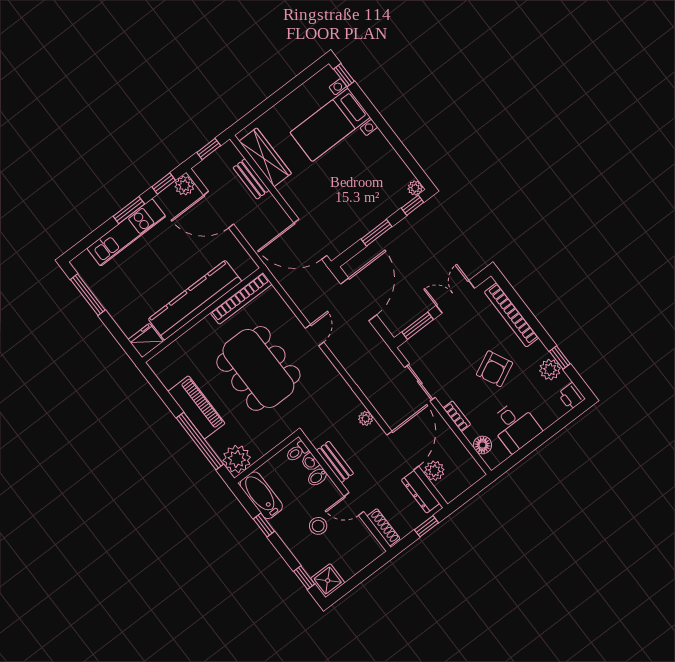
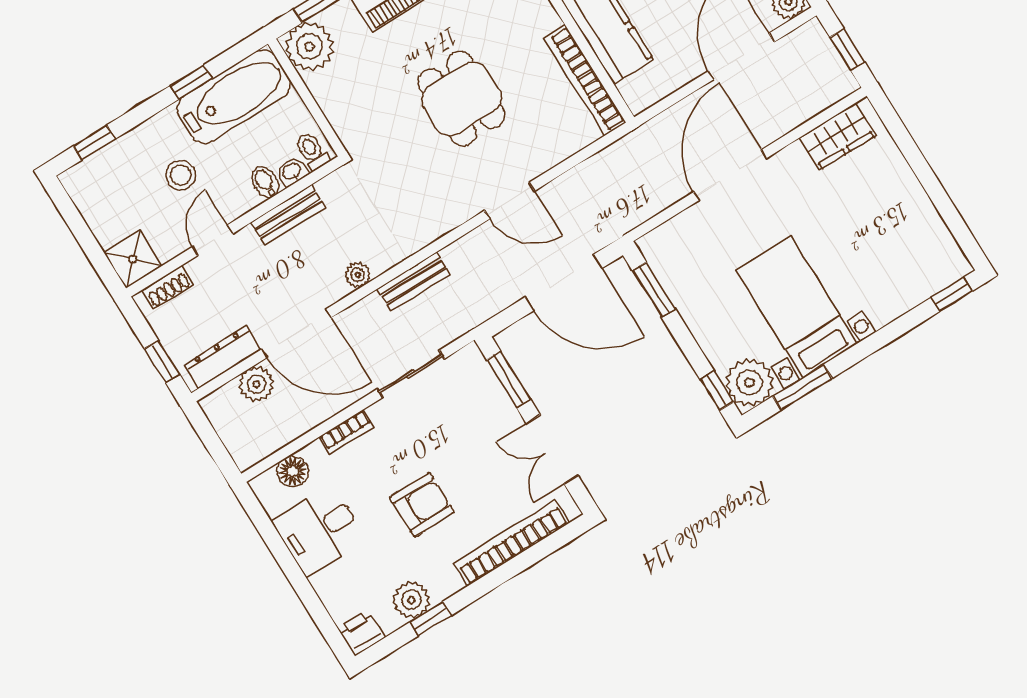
bed with nightstands: (330, 125) -> (797, 307), moved
window: (406, 156) -> (802, 387), added
wardrobe: (265, 157) -> (838, 137), width x0.67
bench: (251, 179) -> (413, 282), moved
plant: (415, 188) -> (749, 383), width x1.87, depth x1.87
window: (376, 233) -> (654, 290), moved
door: (310, 239) -> (730, 175), moved
double door: (455, 297) -> (552, 449), swing flipped
door: (315, 335) -> (510, 201), width x1.37
dining table: (258, 368) -> (461, 99), width x0.53, depth x0.80
armchair: (495, 369) -> (422, 505), turned 116
bathtub: (261, 495) -> (234, 97), width x1.36, depth x1.36
shoe rack: (383, 527) -> (167, 287), width x0.70
shower: (328, 581) -> (133, 259), moved

